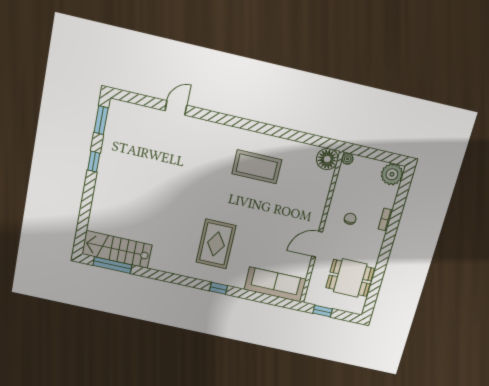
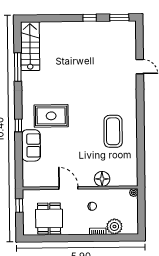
floor lamp: (327, 159) -> (102, 179), moved
plant: (392, 174) -> (114, 226), moved
window: (112, 265) -> (18, 67), moved
sofa: (275, 284) -> (31, 145), moved, width x0.73

